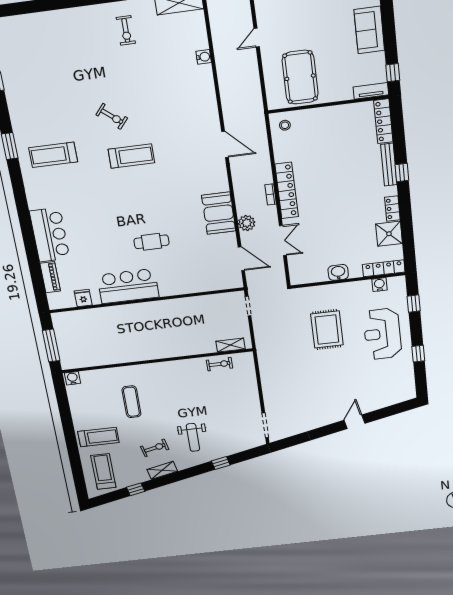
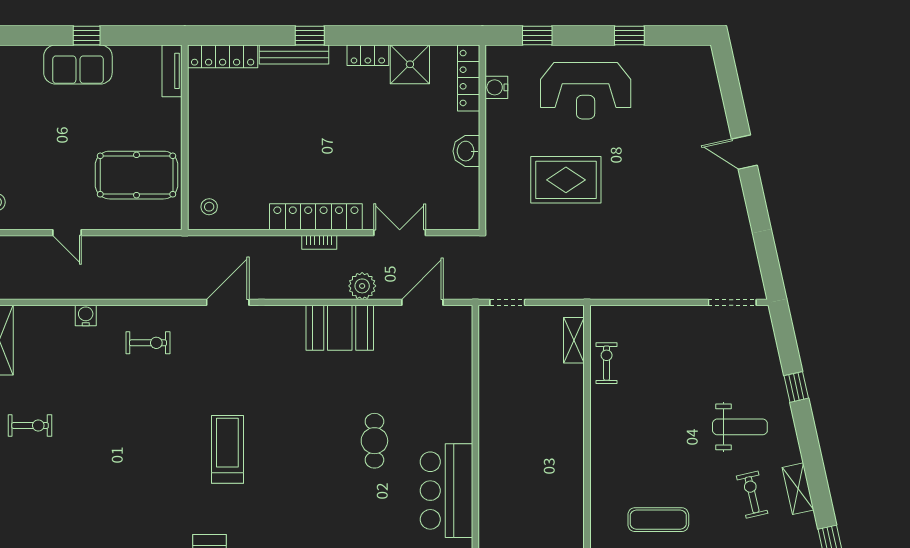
window: (393, 73) -> (87, 35), moved
exercise bike: (112, 116) -> (148, 343), moved, turned 50

